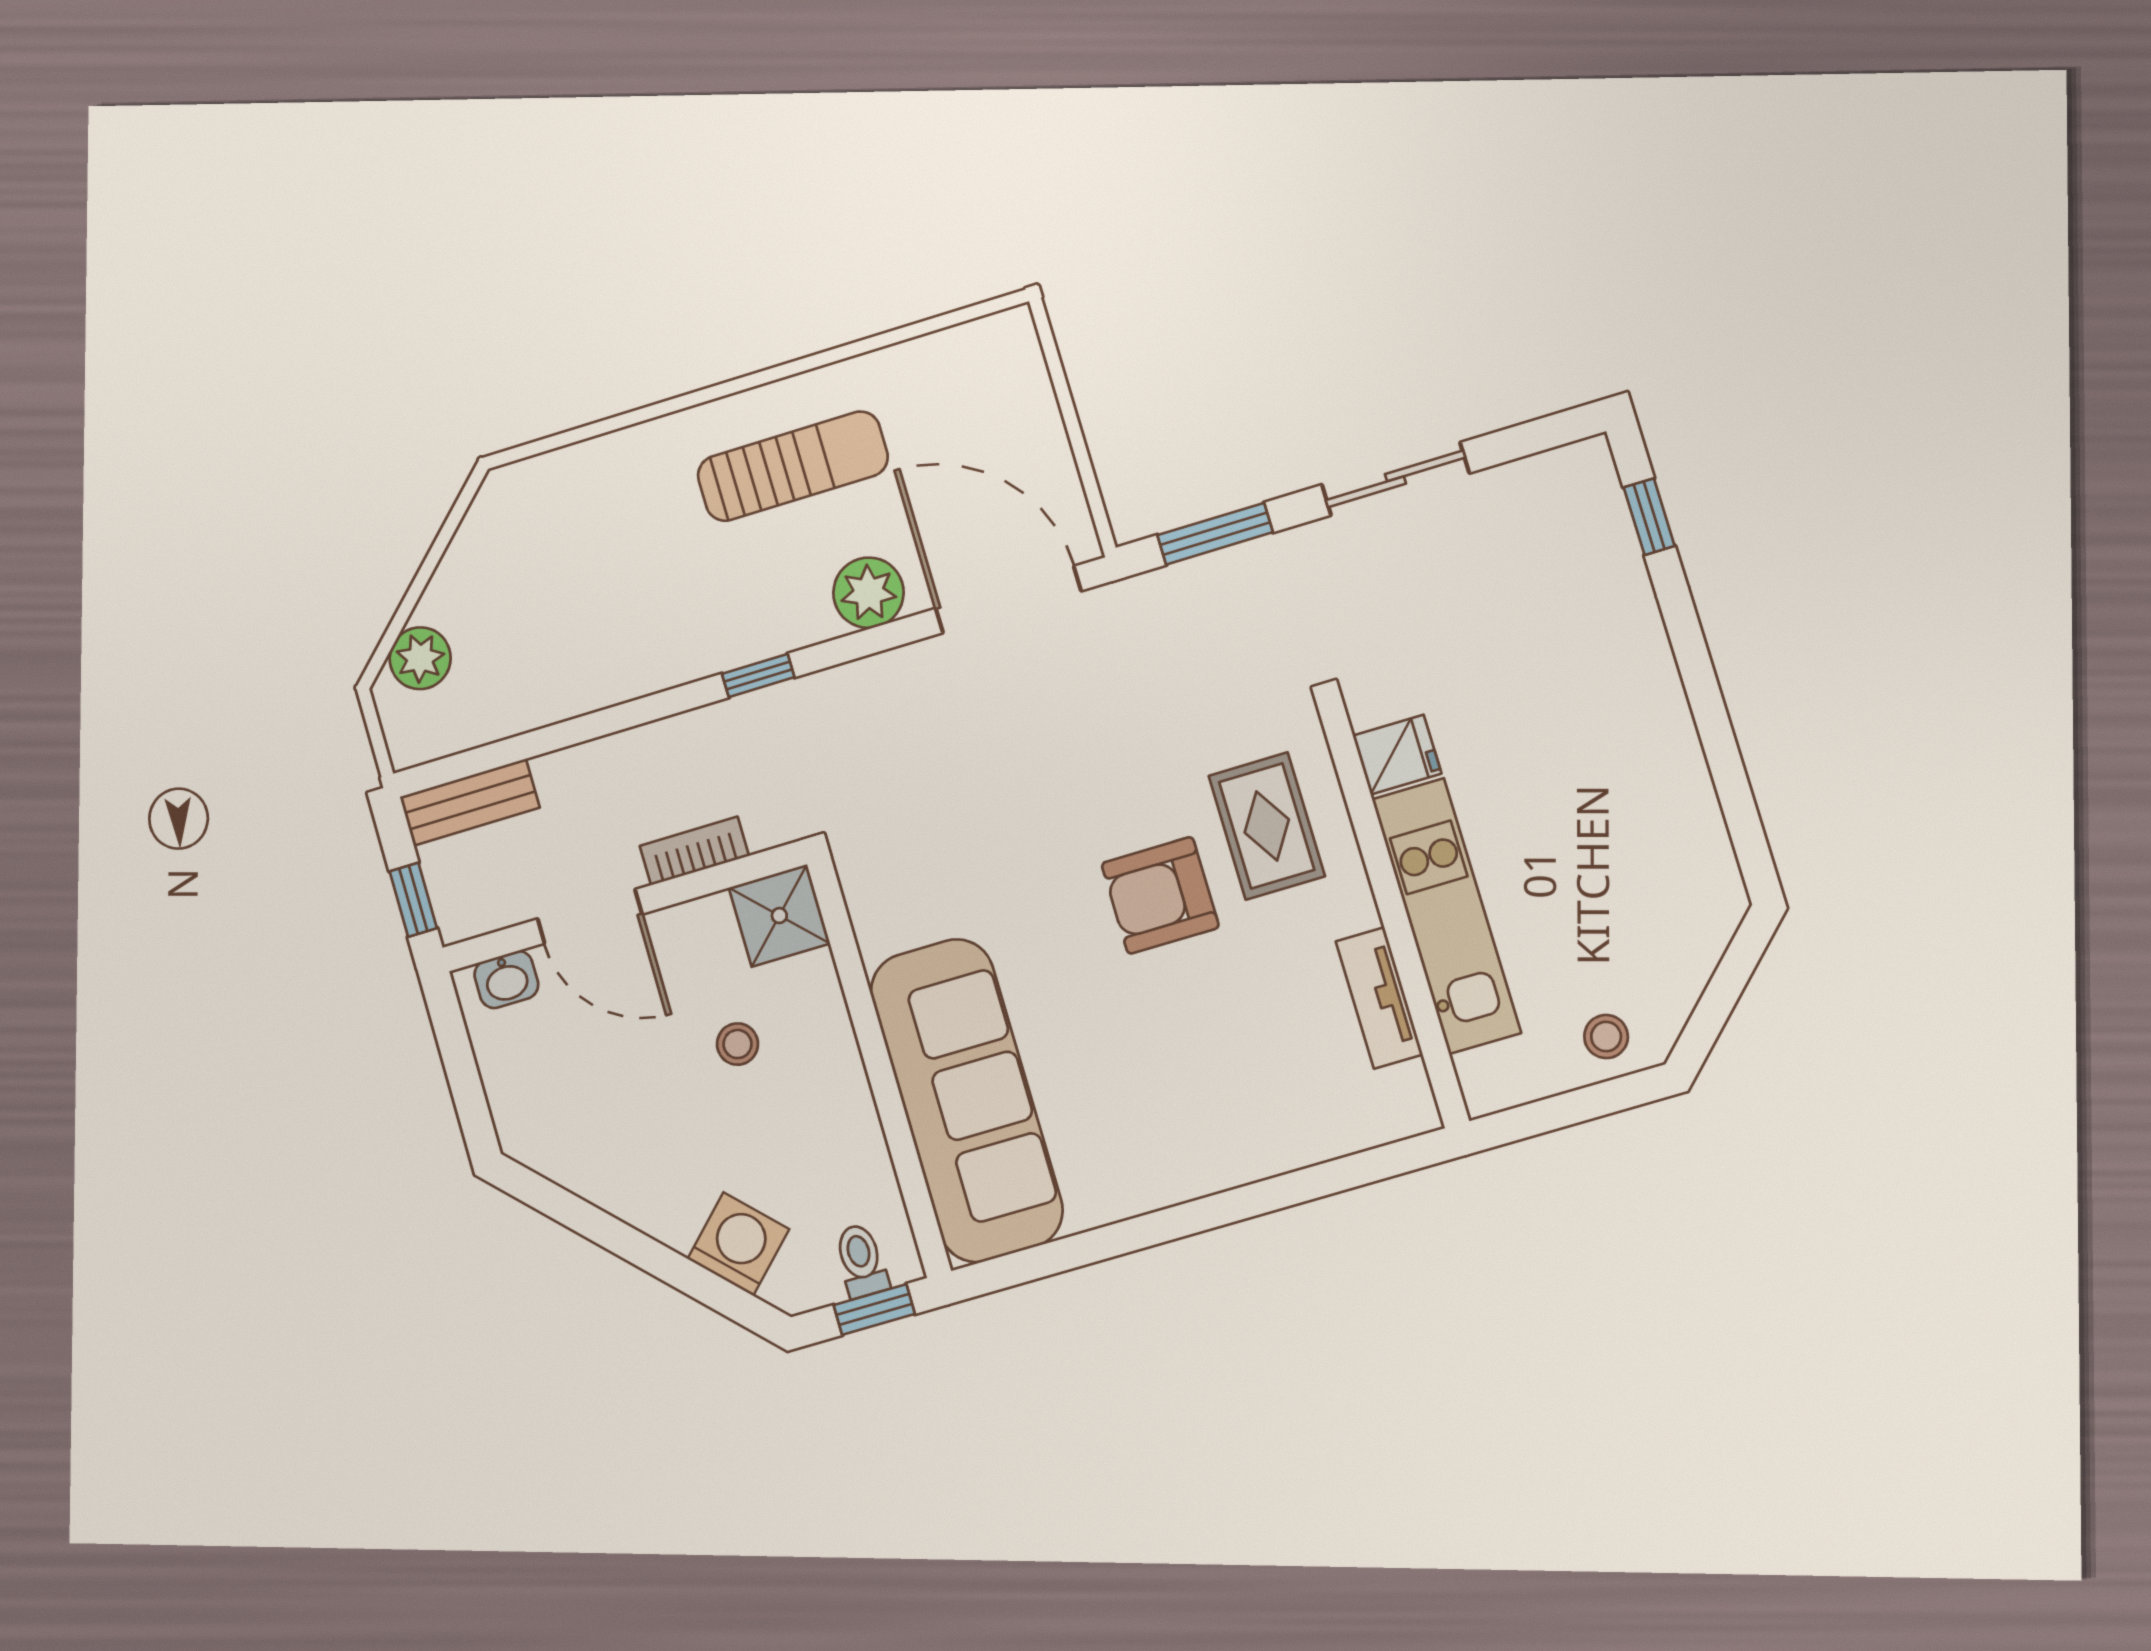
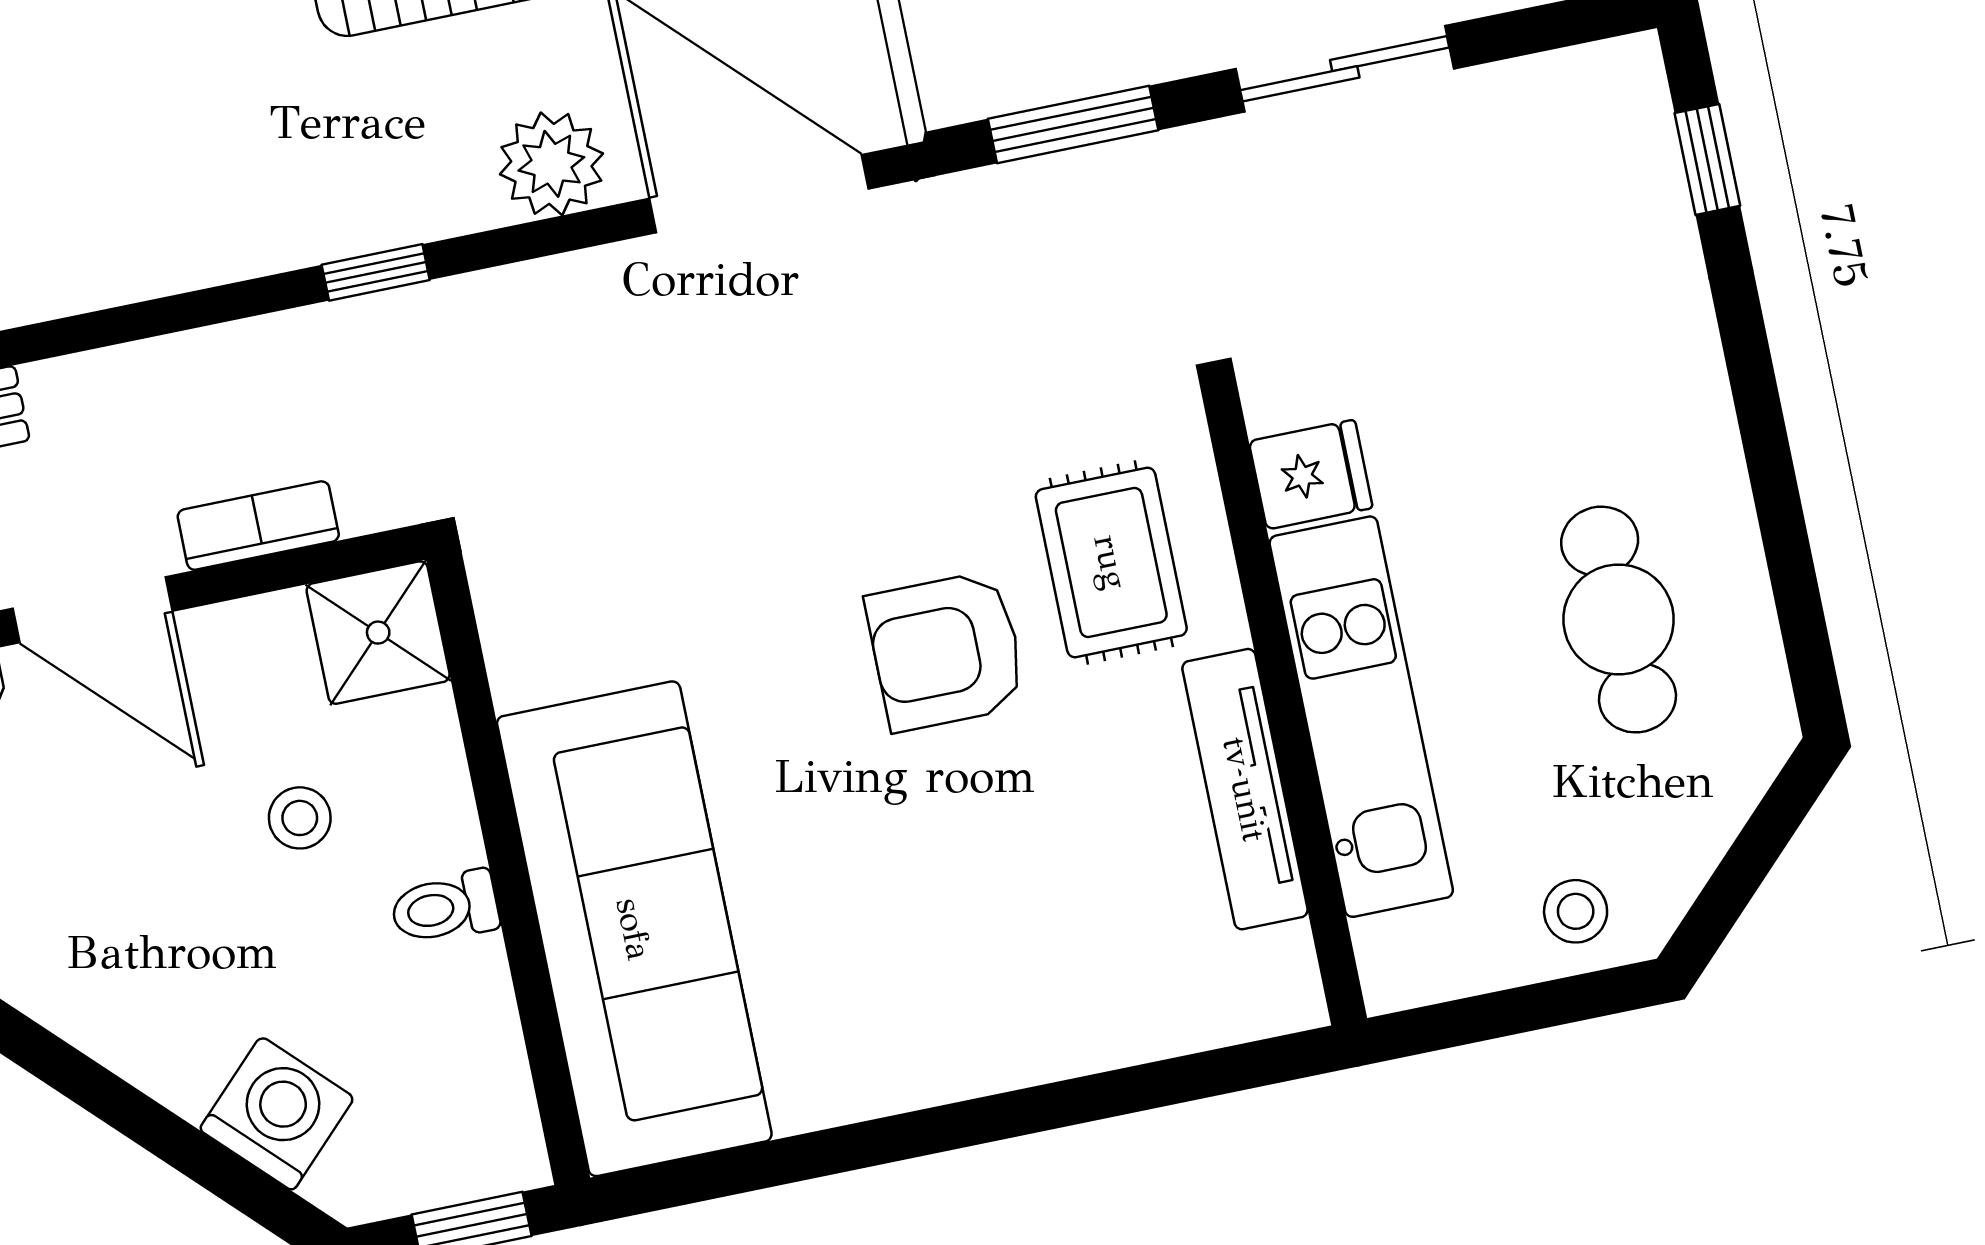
cafe table: (1617, 835) -> (1619, 620), added
tv unit: (1379, 998) -> (1245, 789), width x1.41
toilet: (861, 1261) -> (445, 908), moved, turned -90

